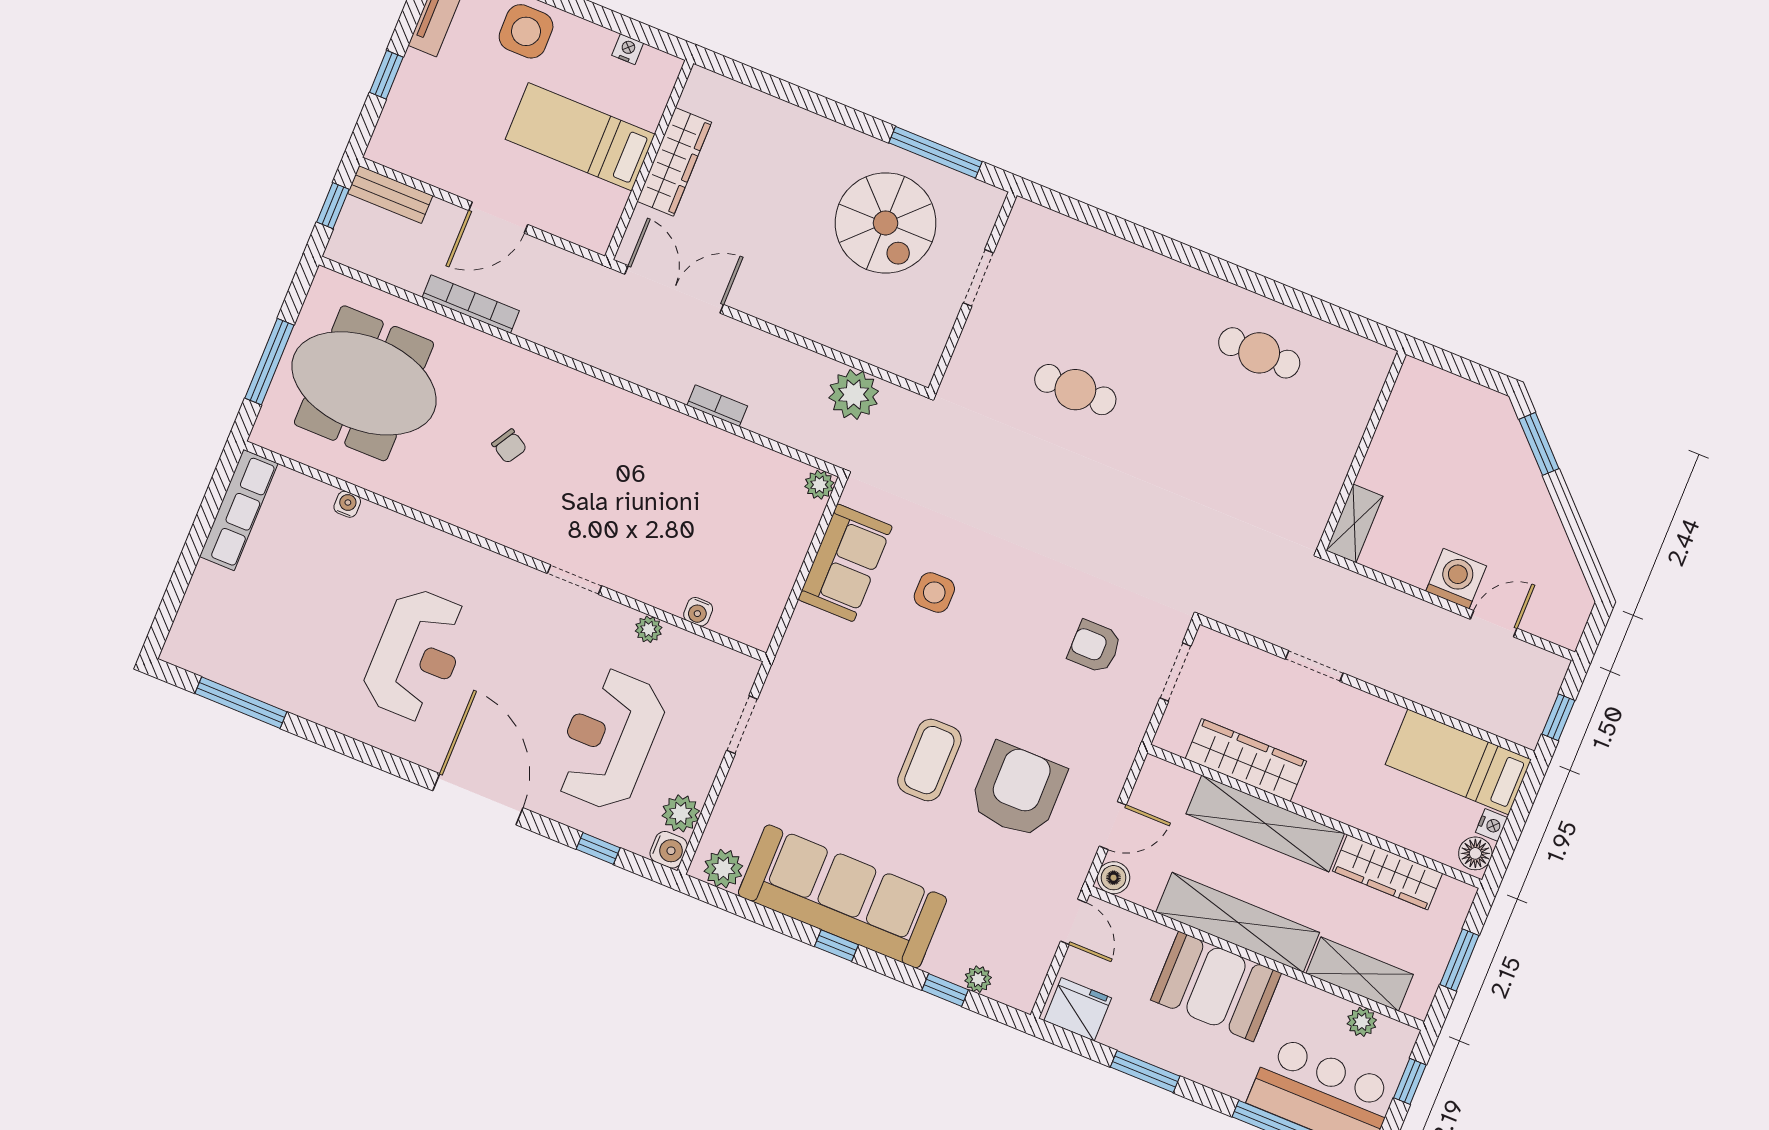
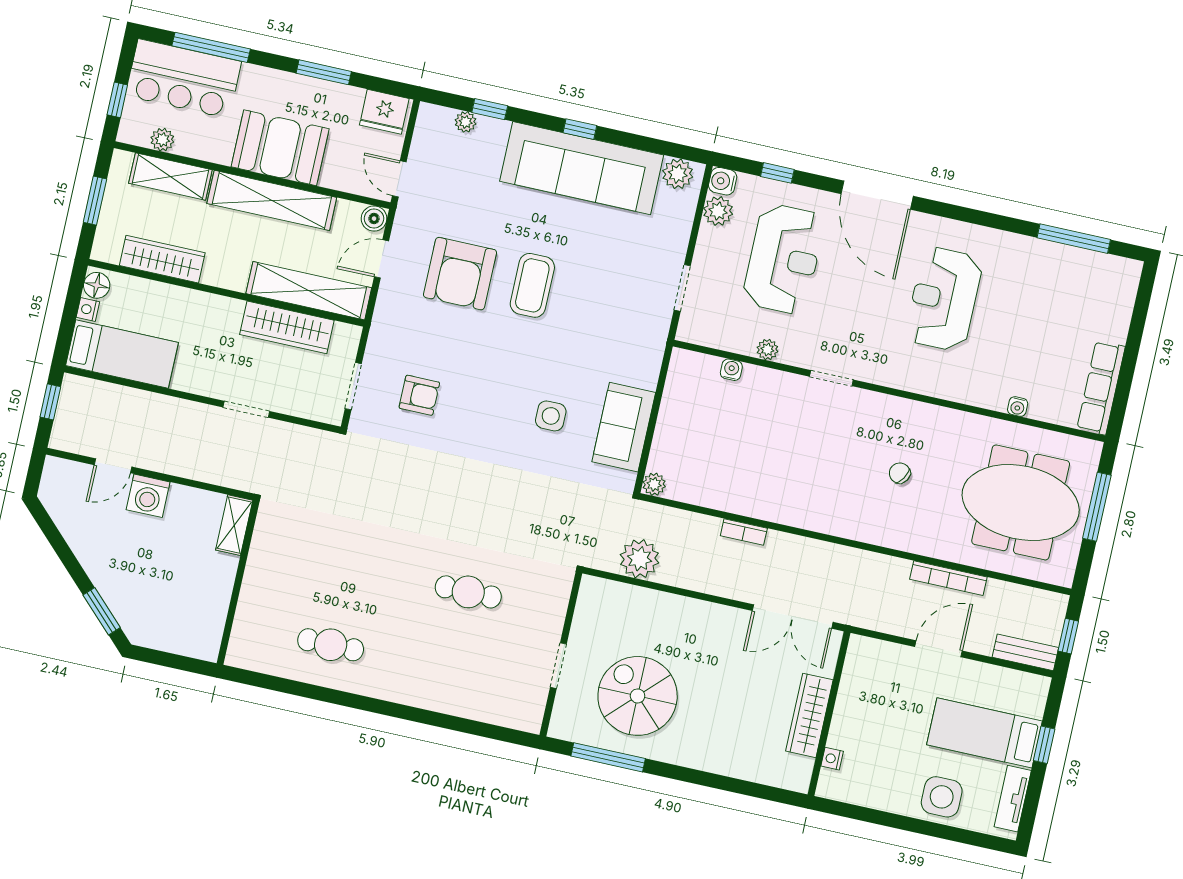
nightstand: (628, 49) -> (832, 759), moved, turned 90
bed: (580, 137) -> (985, 733), moved, turned 180
shelving: (1265, 824) -> (309, 291), moved

